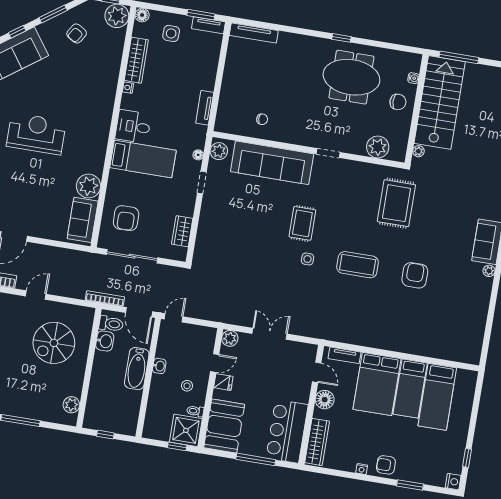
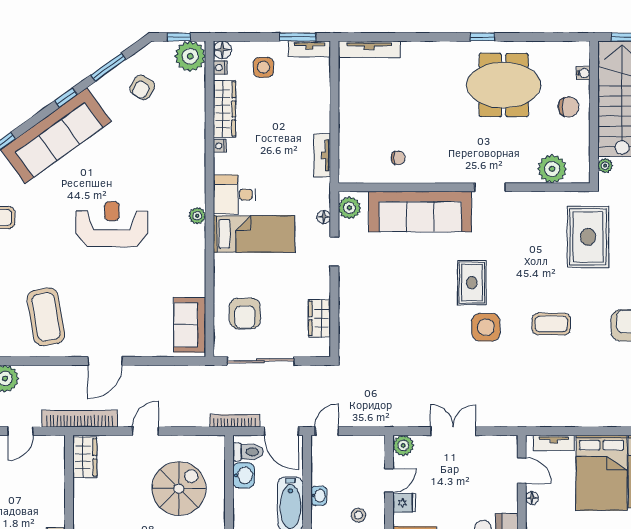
nightstand: (138, 28) -> (220, 68), added
plant: (89, 186) -> (197, 216), moved, width x0.53, depth x0.53
side table: (308, 259) -> (486, 327), width x1.87, depth x1.87
coffee table: (358, 265) -> (551, 324), width x0.73, depth x0.76
spiral stairs: (54, 343) -> (179, 489), turned 180
floor lamp: (325, 400) -> (532, 498), width x0.53, depth x0.53

